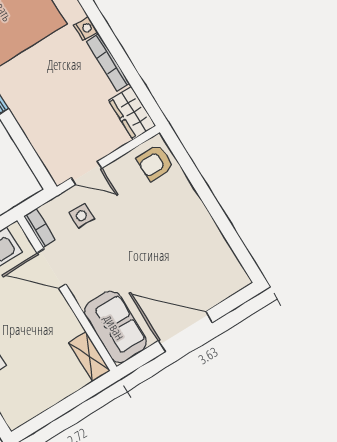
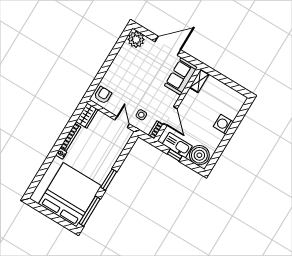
armchair: (155, 163) -> (103, 95), turned -90
plant: (227, 278) -> (136, 39), added
door: (185, 332) -> (168, 46), swing flipped

